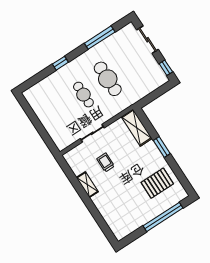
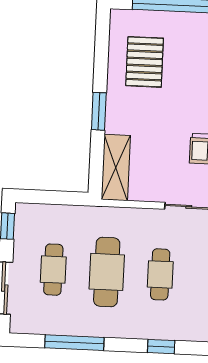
cafe table: (132, 63) -> (53, 270), added
pallet: (157, 183) -> (145, 62), turned 90

